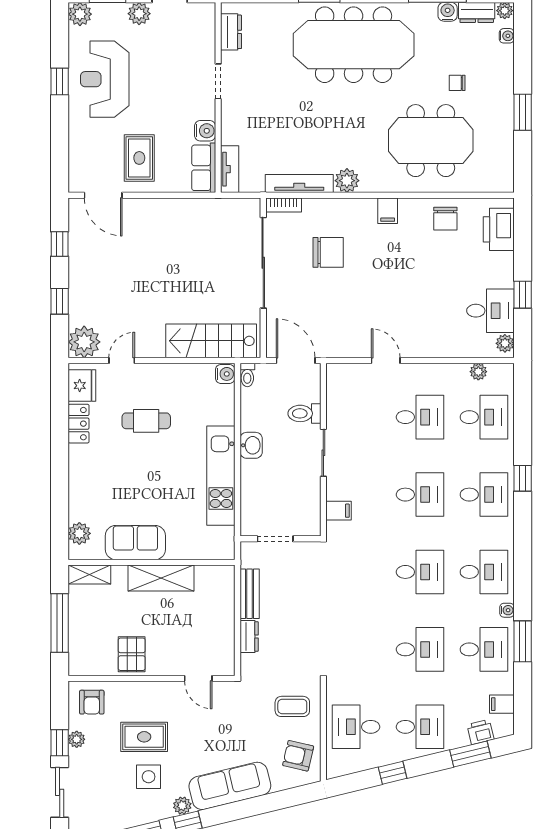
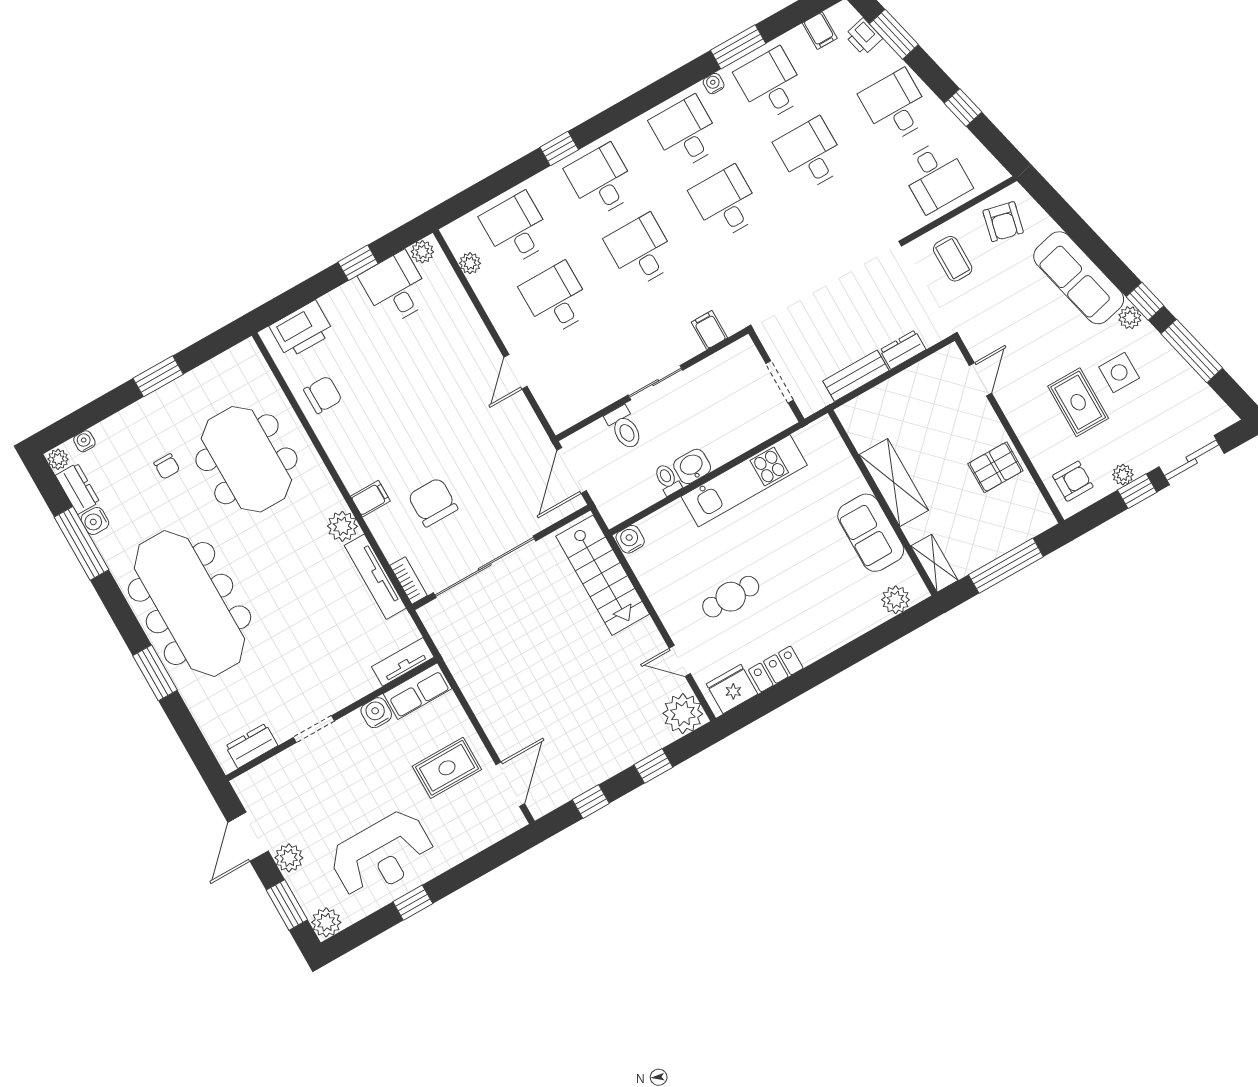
filing cabinet: (388, 211) -> (370, 499), moved
toilet: (247, 375) -> (667, 479), moved, turned -90
cafe table: (146, 421) -> (731, 597), turned 90

